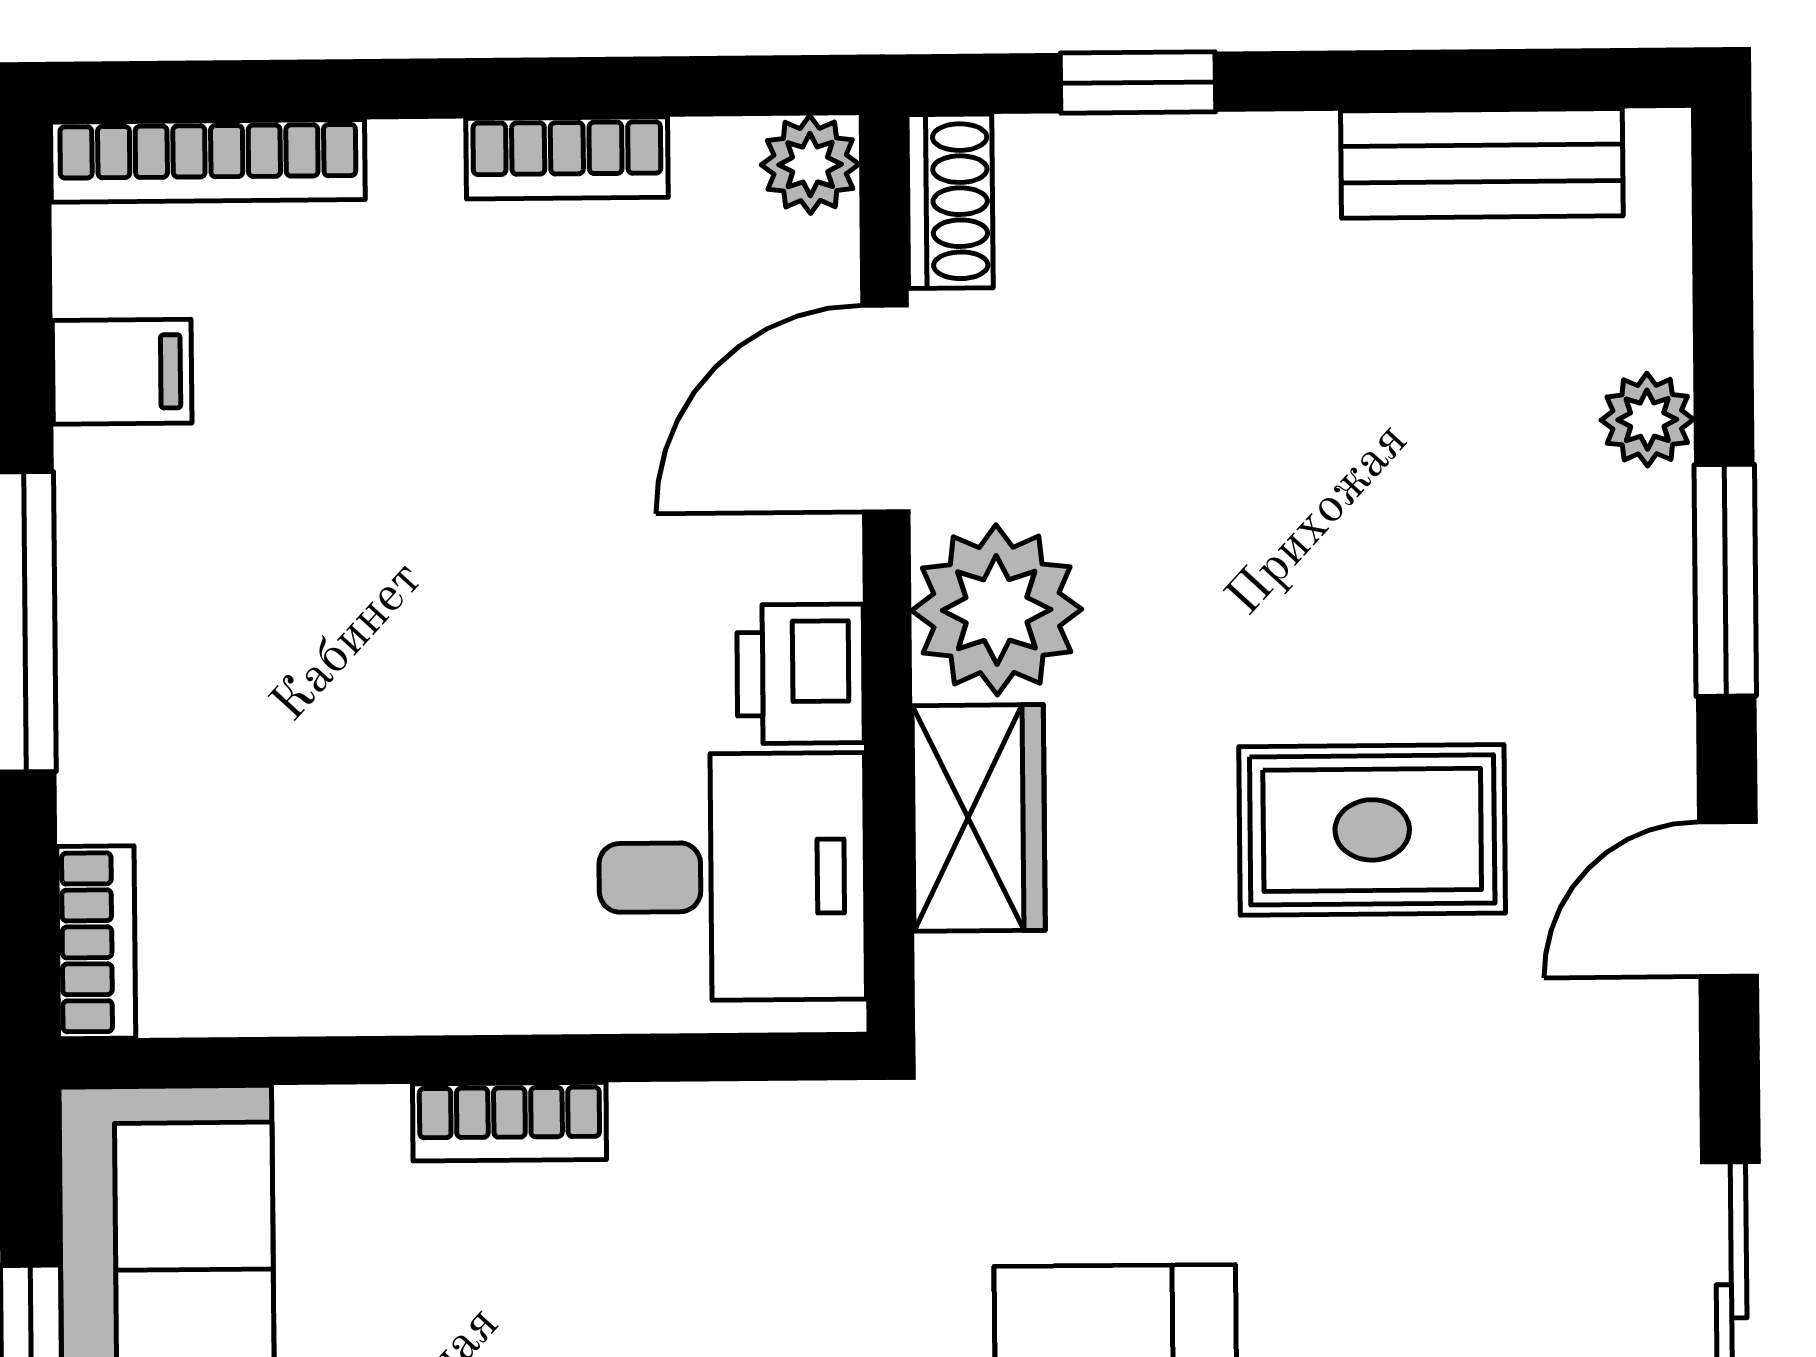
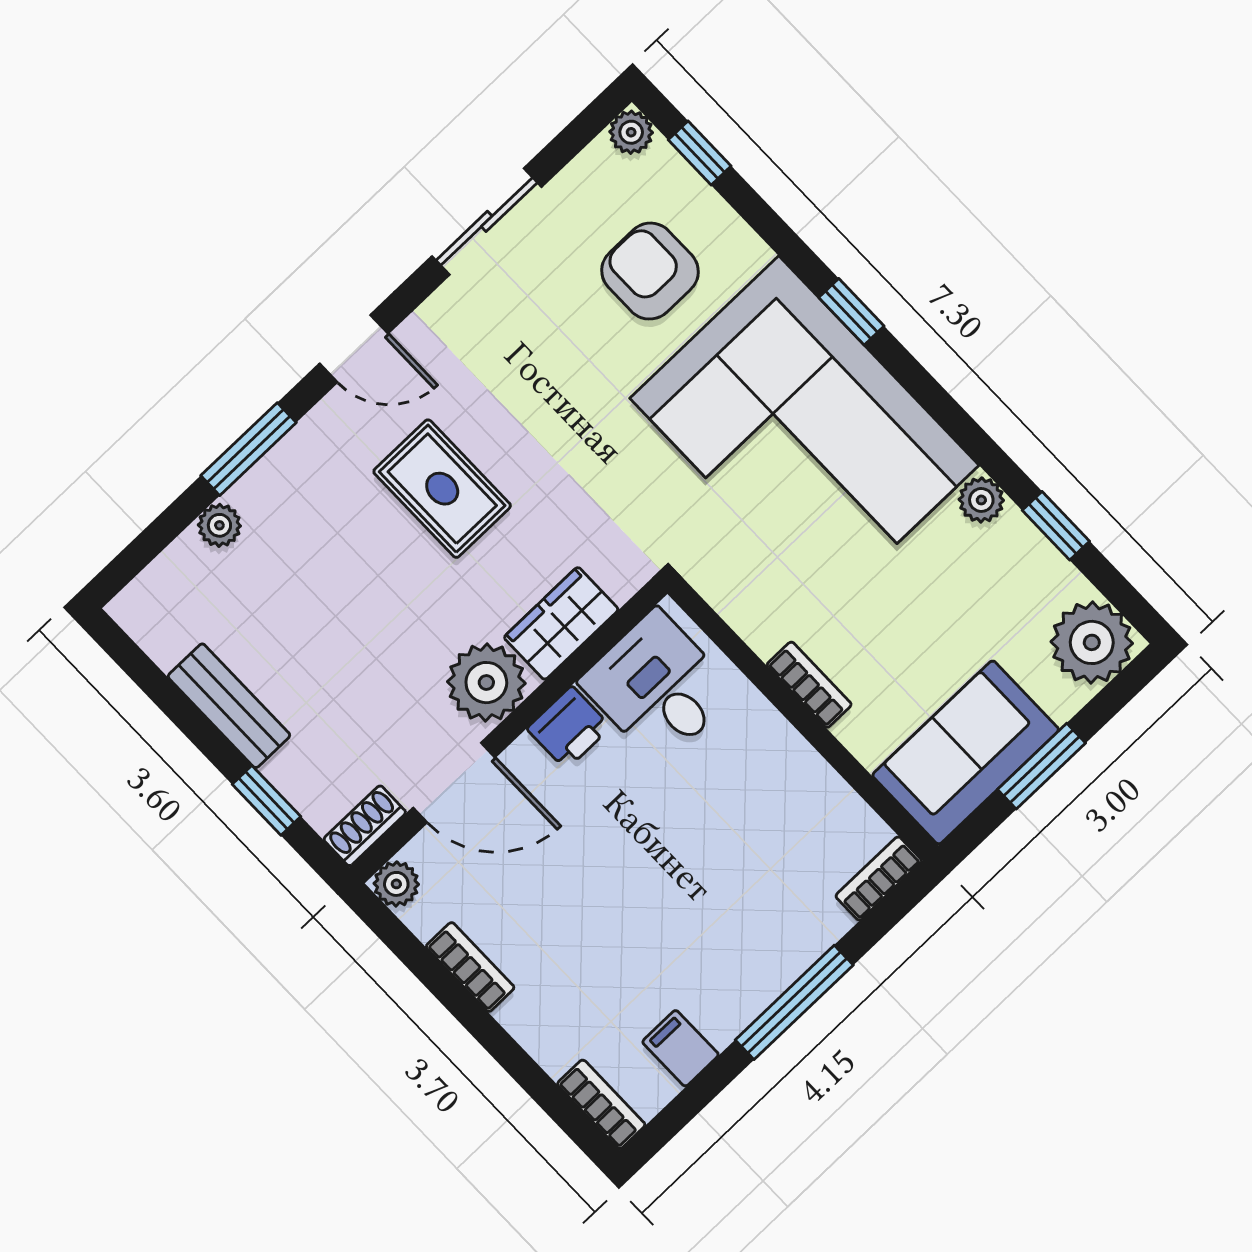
bookcase: (208, 161) -> (601, 1104), width x0.64
bench: (1482, 163) -> (229, 706), moved

